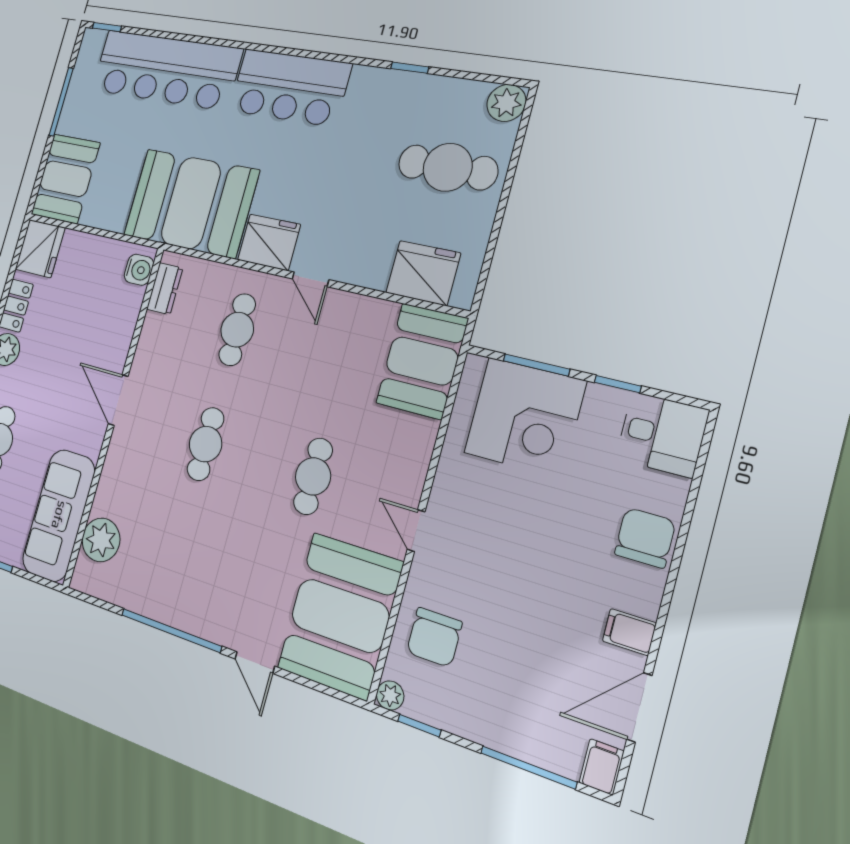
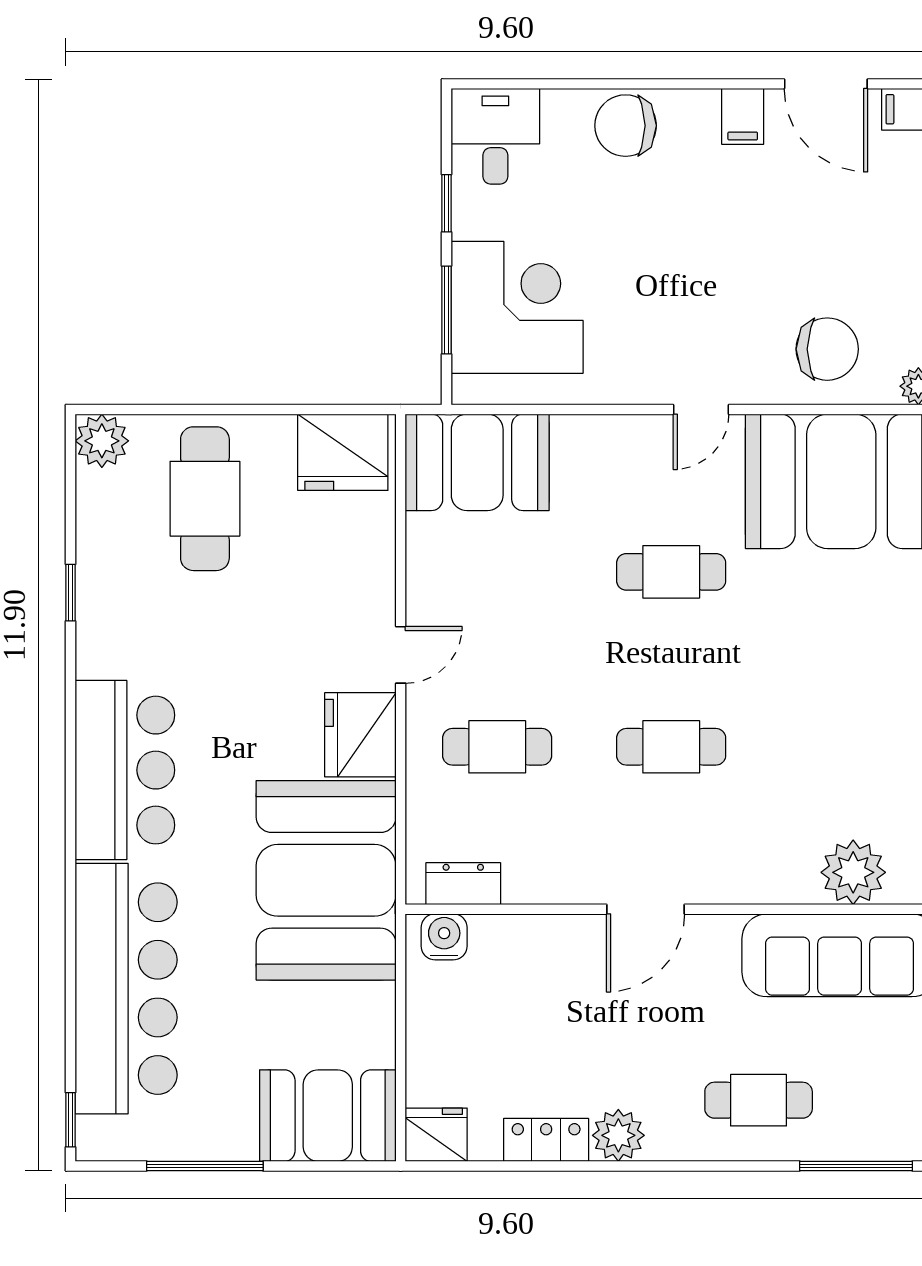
fridge: (40, 249) -> (436, 1135), width x0.73, depth x0.75
fridge: (423, 273) -> (343, 452), moved, turned -90

